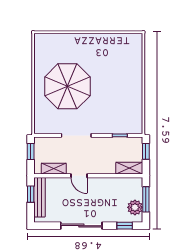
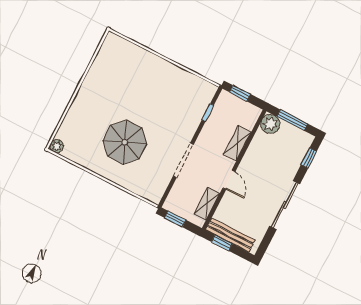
plant: (39, 38) -> (57, 146), added
parasol: (67, 86) -> (125, 142), width x0.73, depth x0.73
shelving: (129, 168) -> (237, 143), moved
door: (79, 176) -> (229, 180), hinge flipped
plant: (135, 207) -> (270, 124), moved

